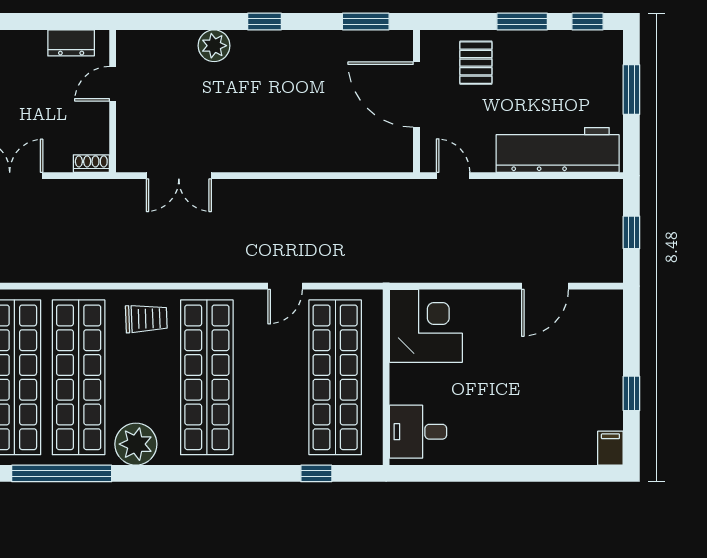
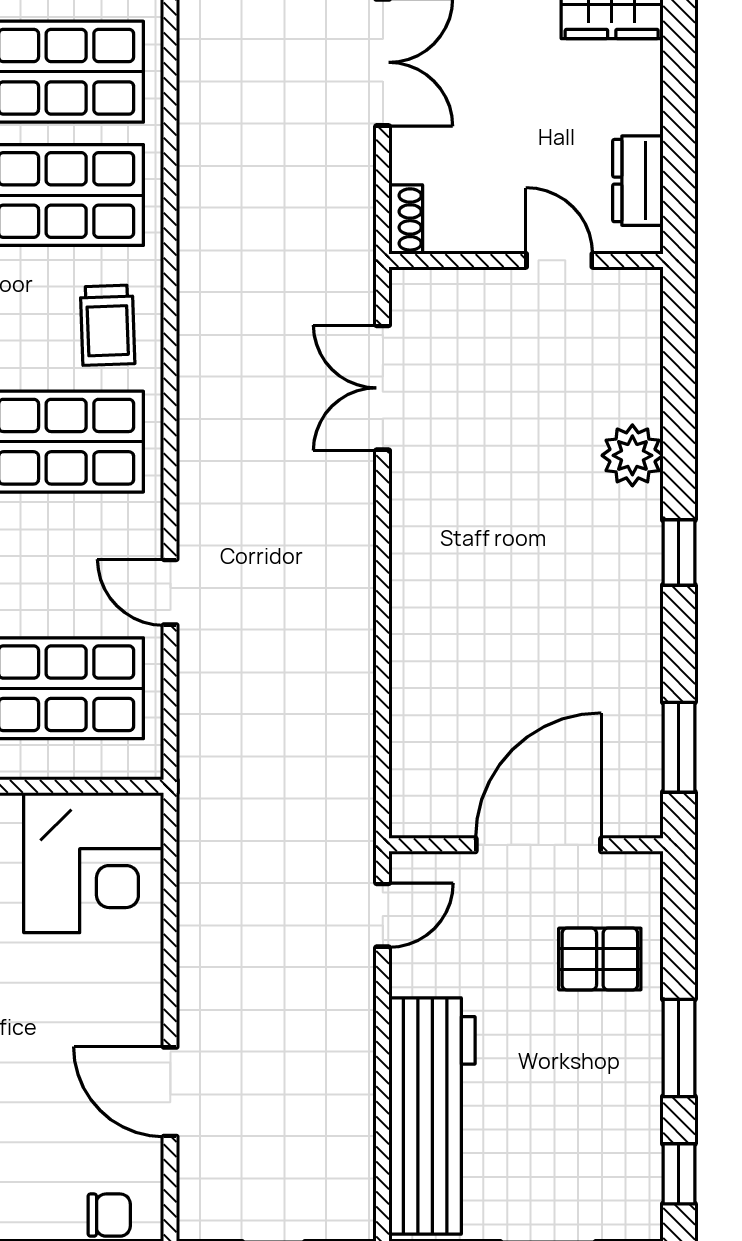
chair: (609, 318) -> (109, 1215), added

